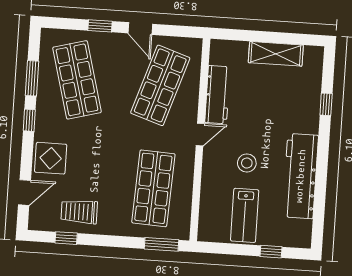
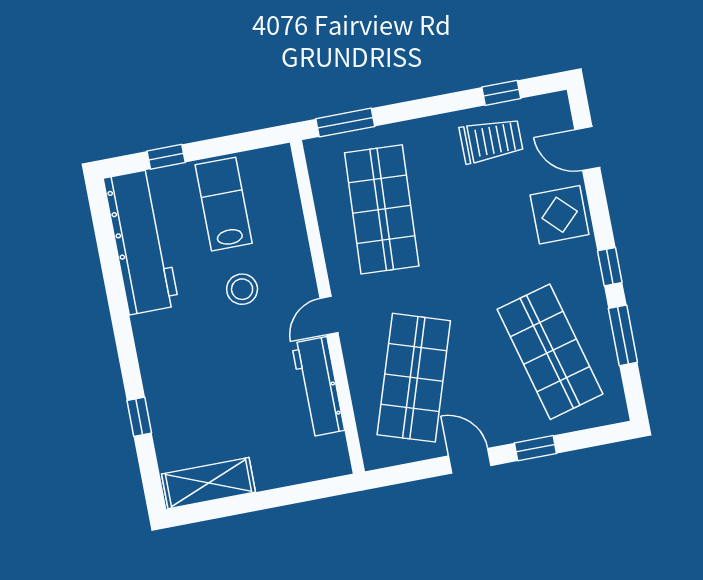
shelving: (276, 54) -> (208, 483), moved
workbench: (300, 176) -> (141, 242), moved
door: (24, 193) -> (587, 149), hinge flipped

